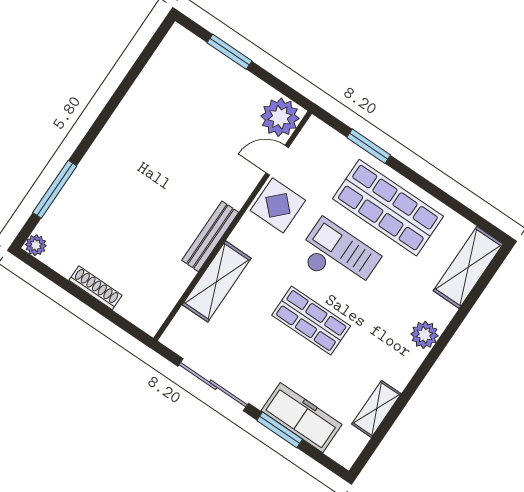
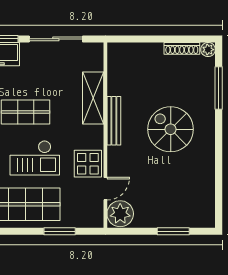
spiral stairs: (148, 179) -> (171, 129), added
shoe rack: (95, 288) -> (182, 48), moved

